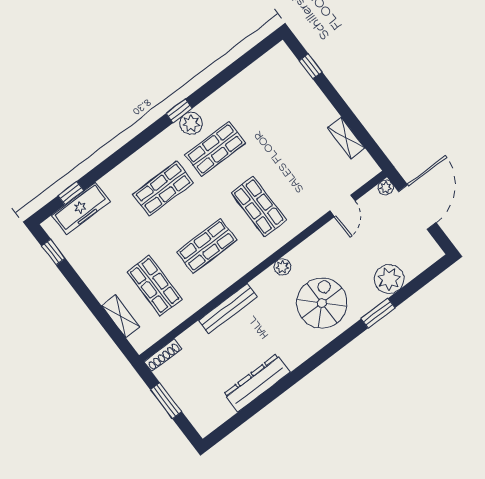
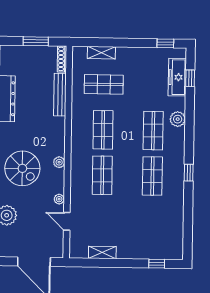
plant: (191, 123) -> (178, 119), moved
plant: (386, 187) -> (59, 199), moved
shop shelf: (259, 206) -> (102, 175), turned 90
bench: (228, 309) -> (60, 95), moved

